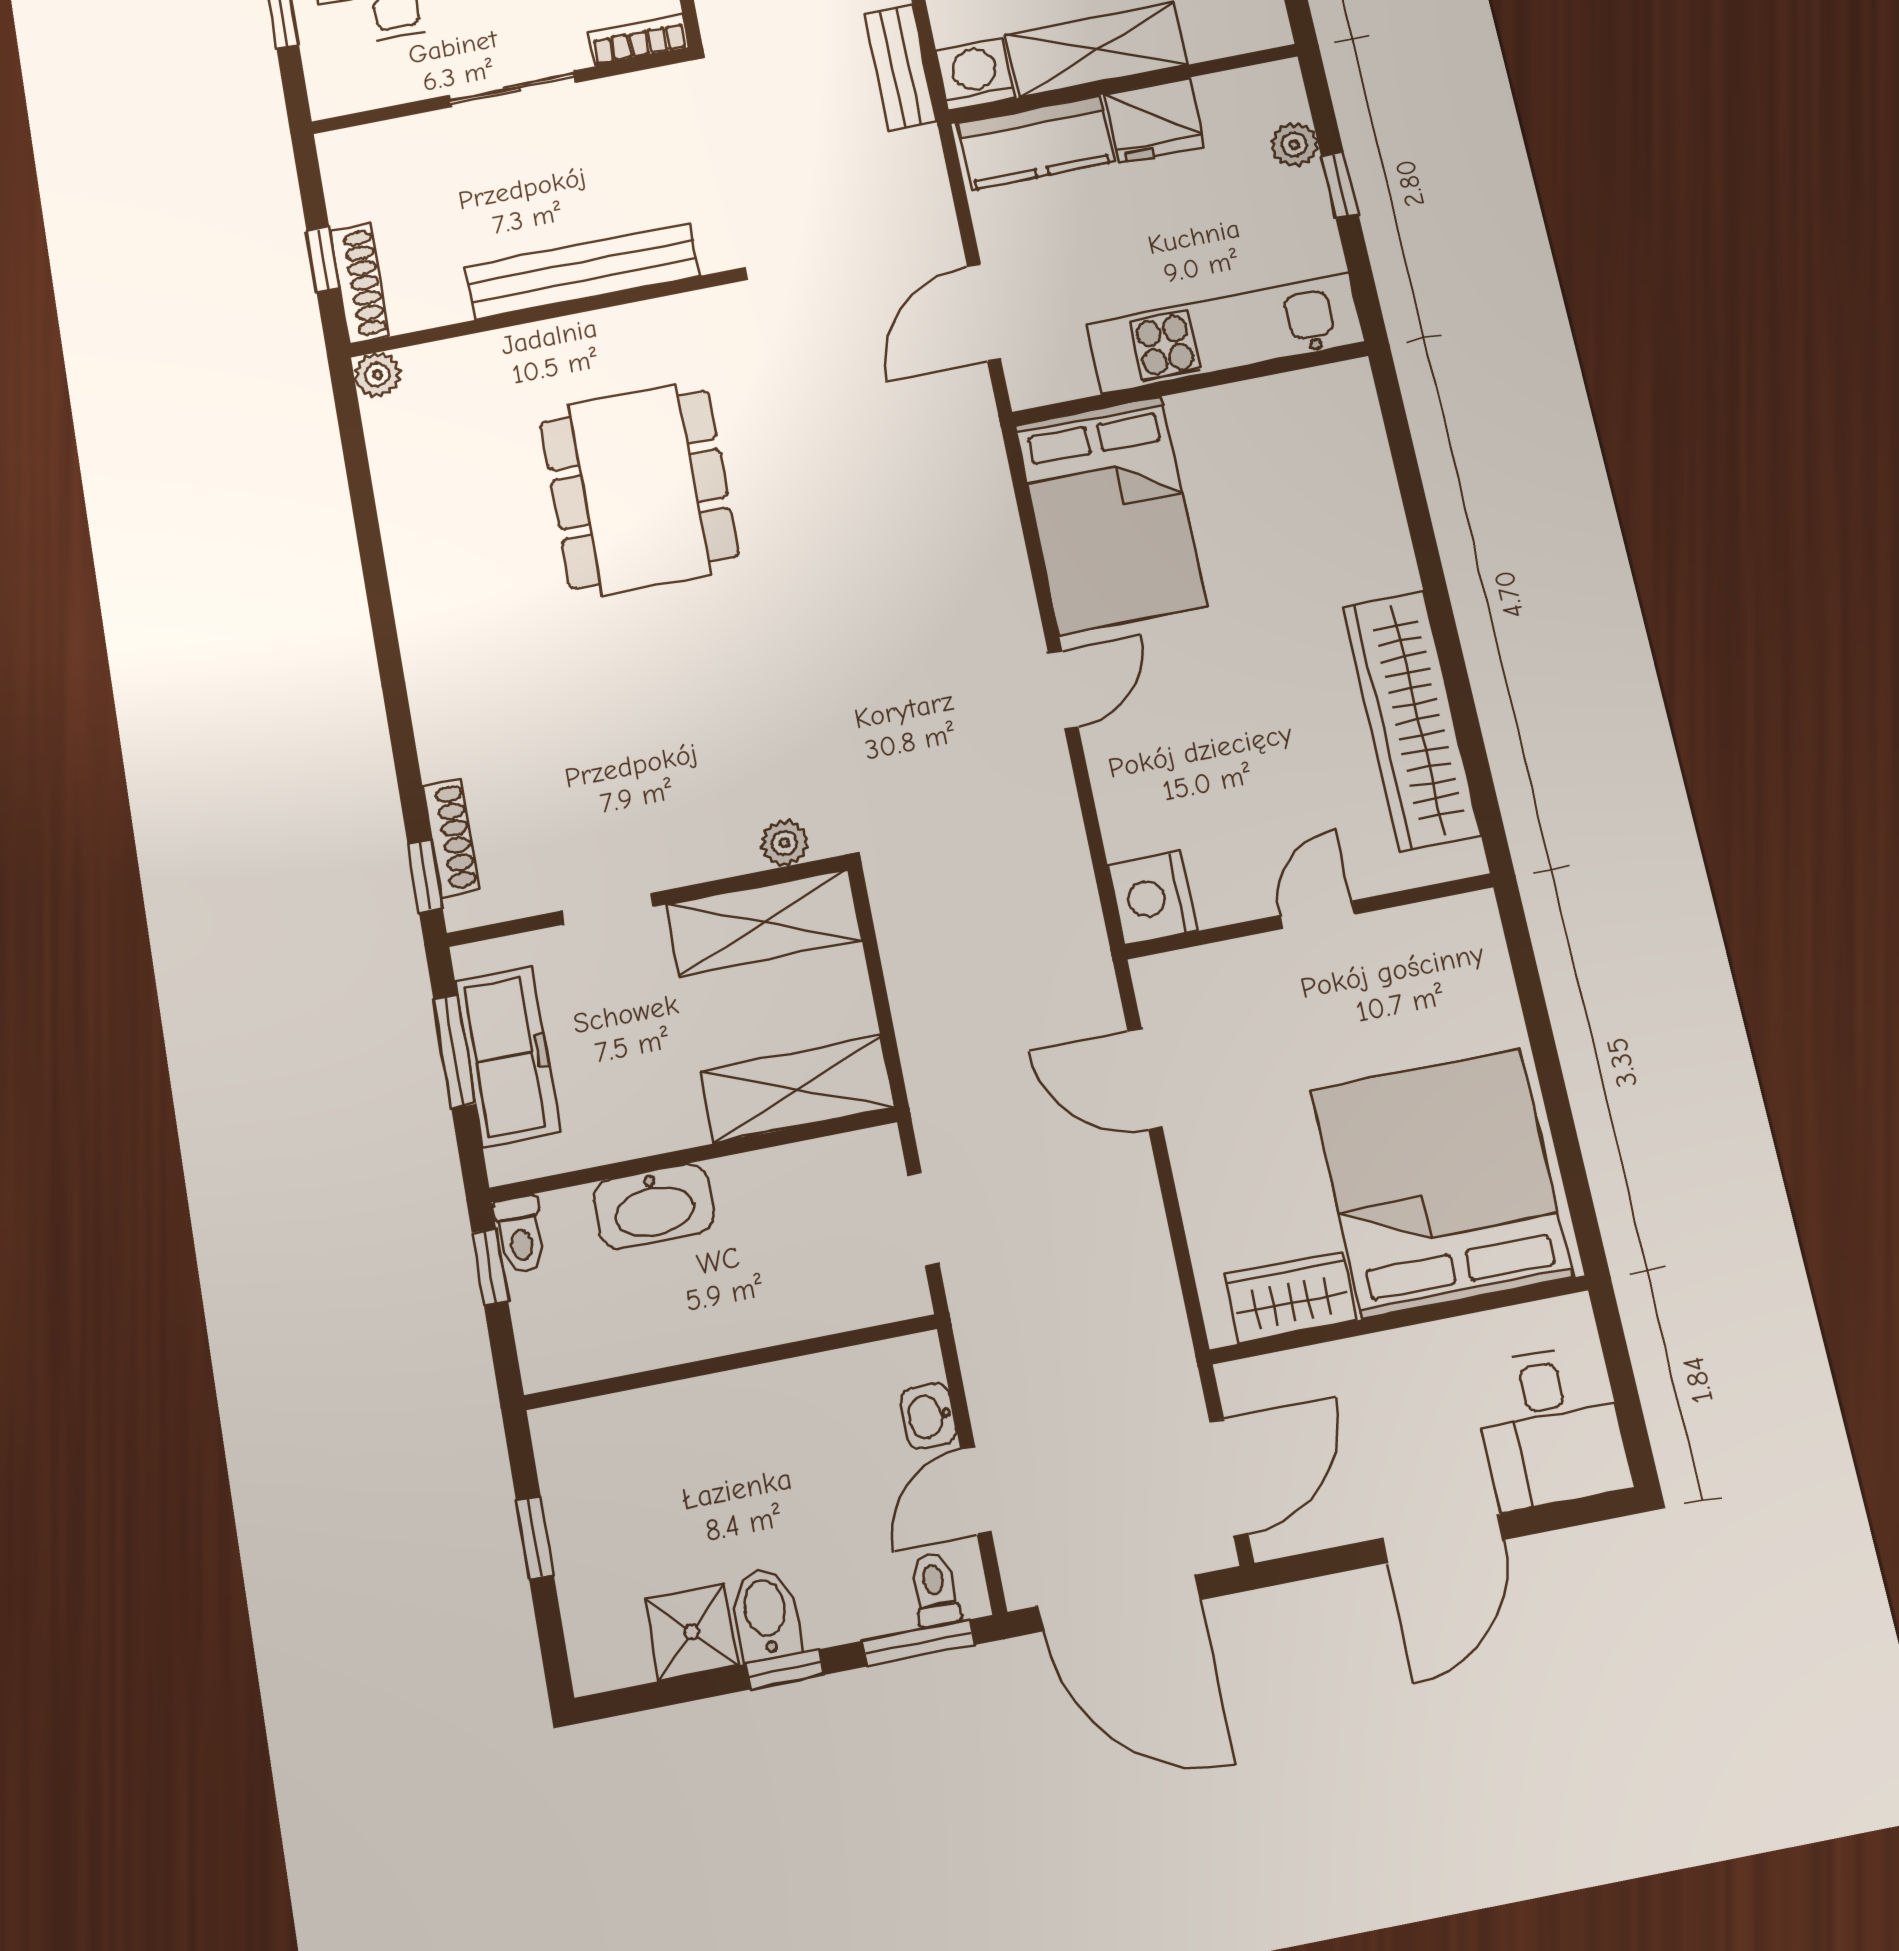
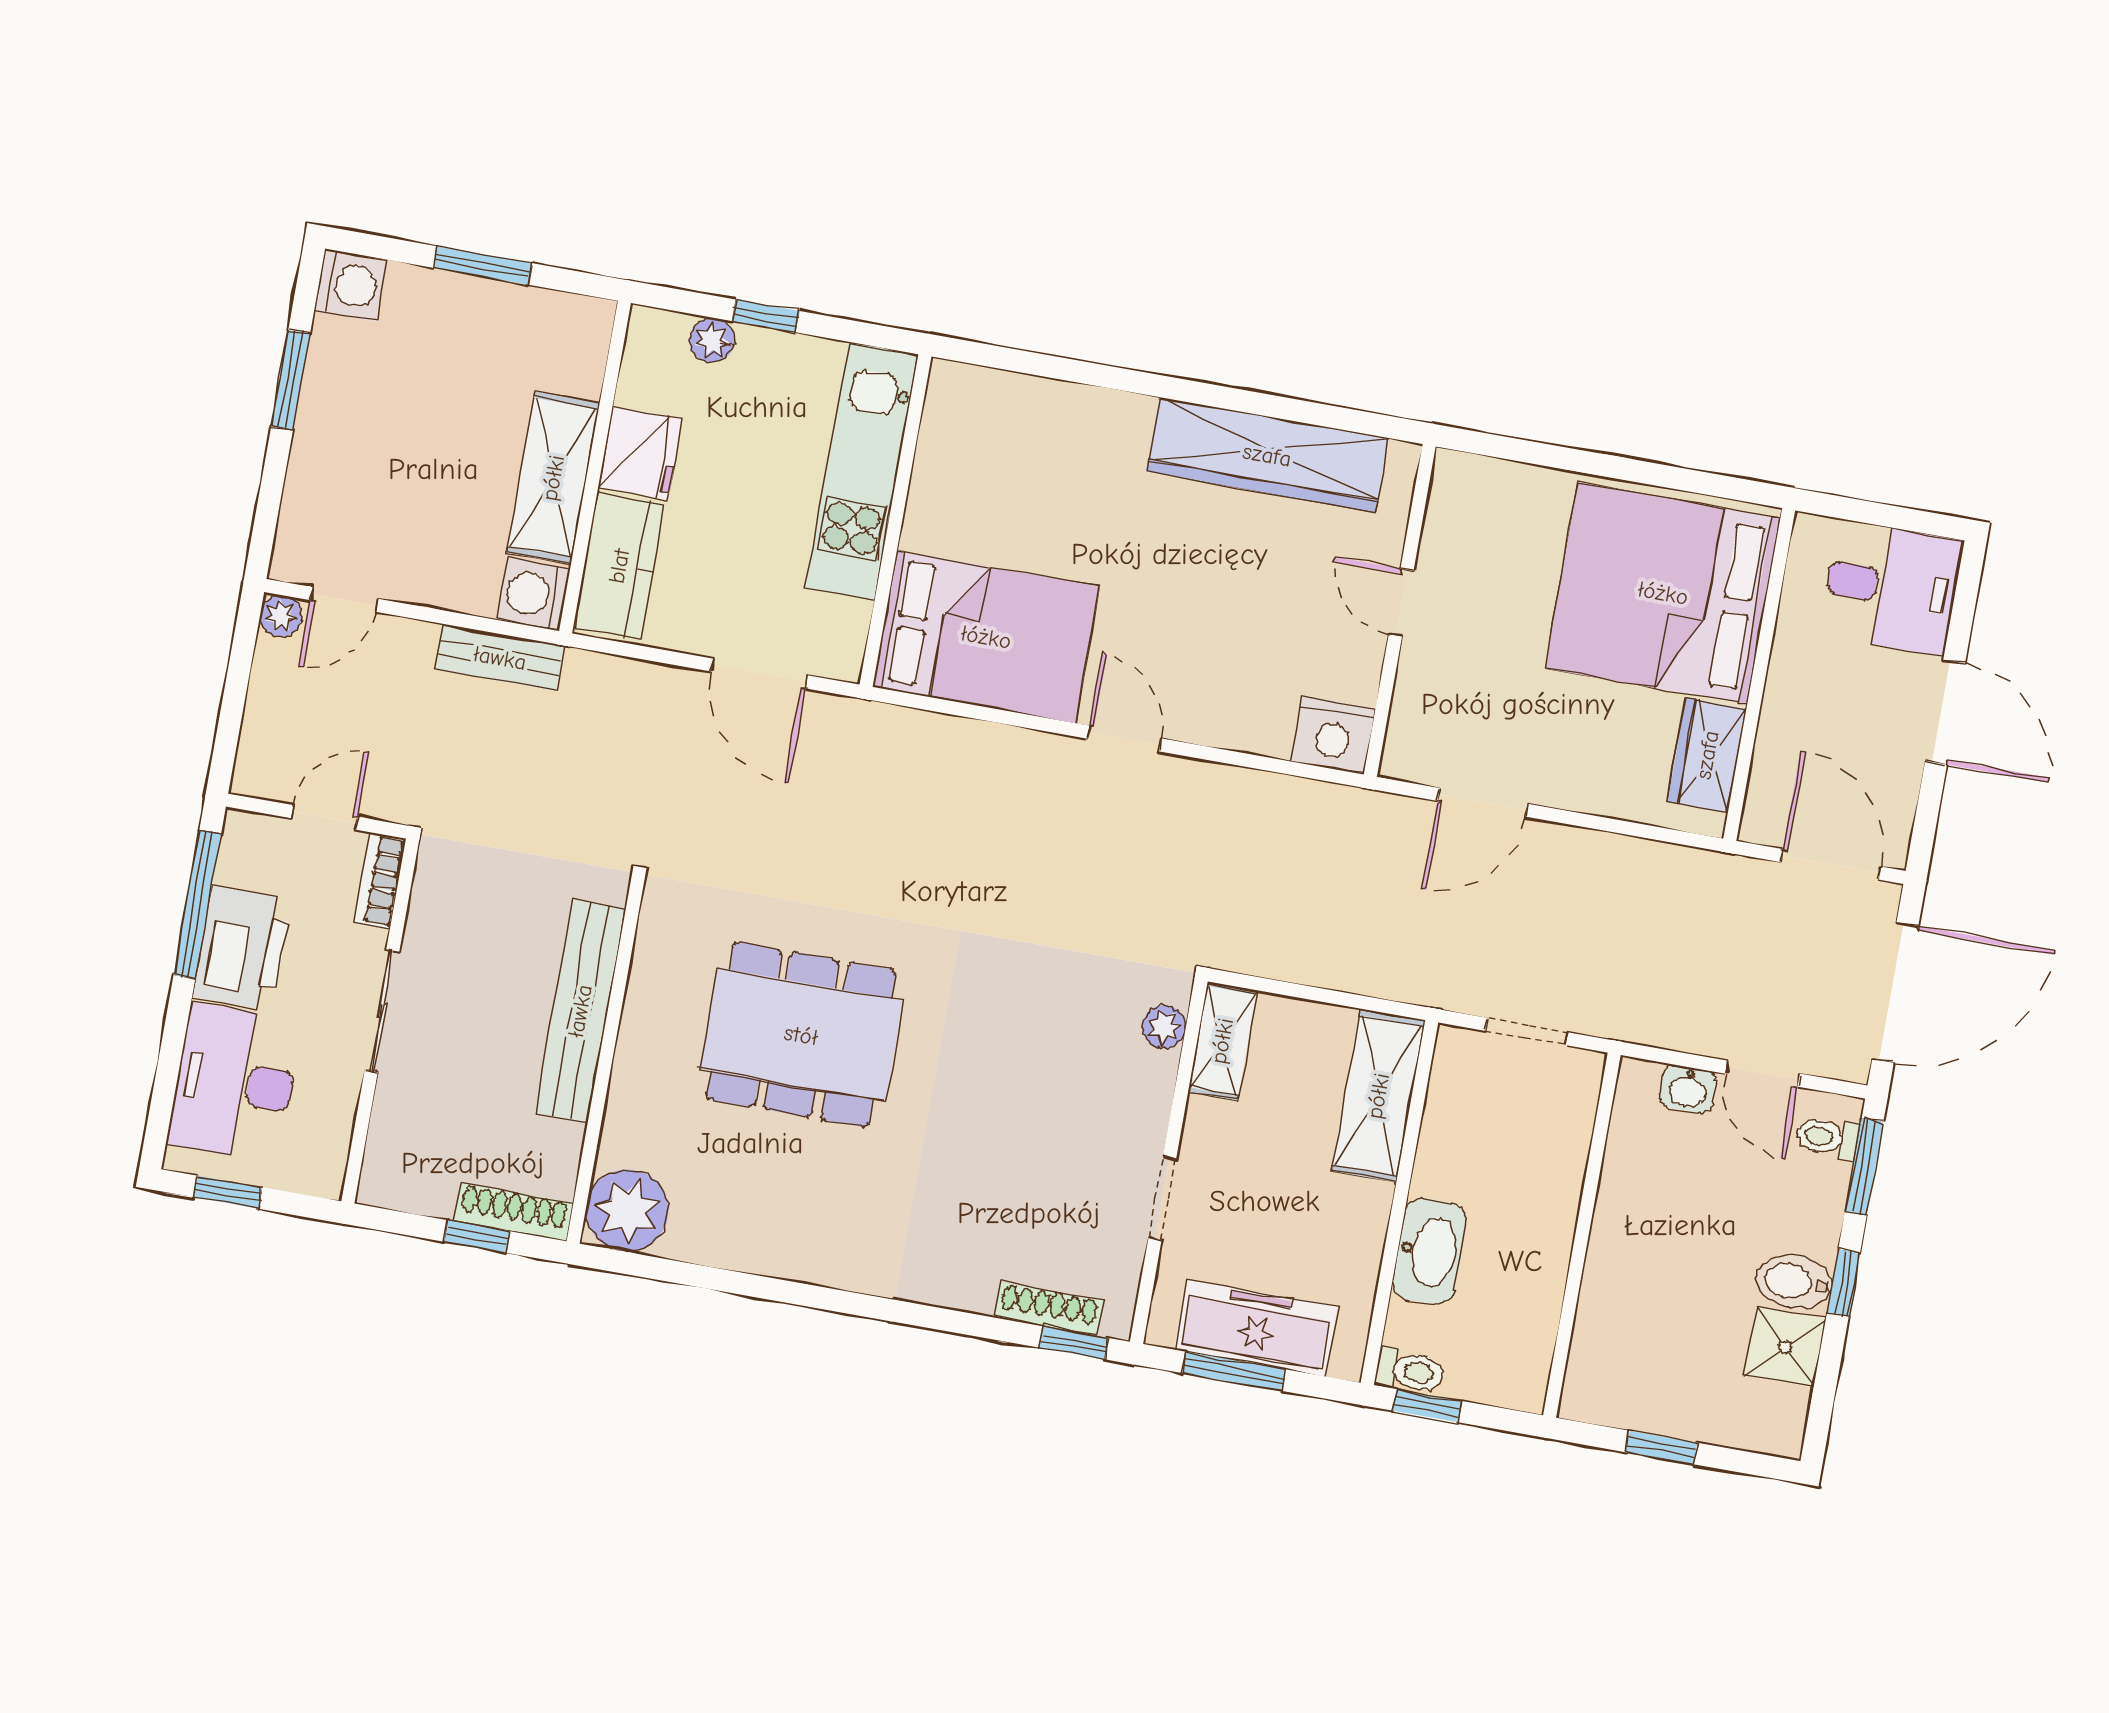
plant: (377, 375) -> (627, 1210), width x1.88, depth x1.88
shelving: (764, 922) -> (1222, 1041), width x0.67, depth x0.75

